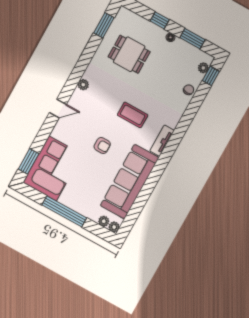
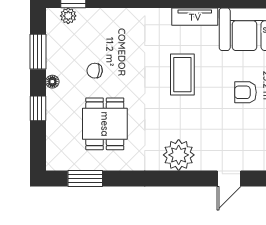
plant: (83, 85) -> (179, 155), width x1.87, depth x1.87
chair: (189, 90) -> (95, 71), moved
door: (58, 108) -> (229, 178), swing flipped
armchair: (102, 146) -> (245, 92), turned -90

